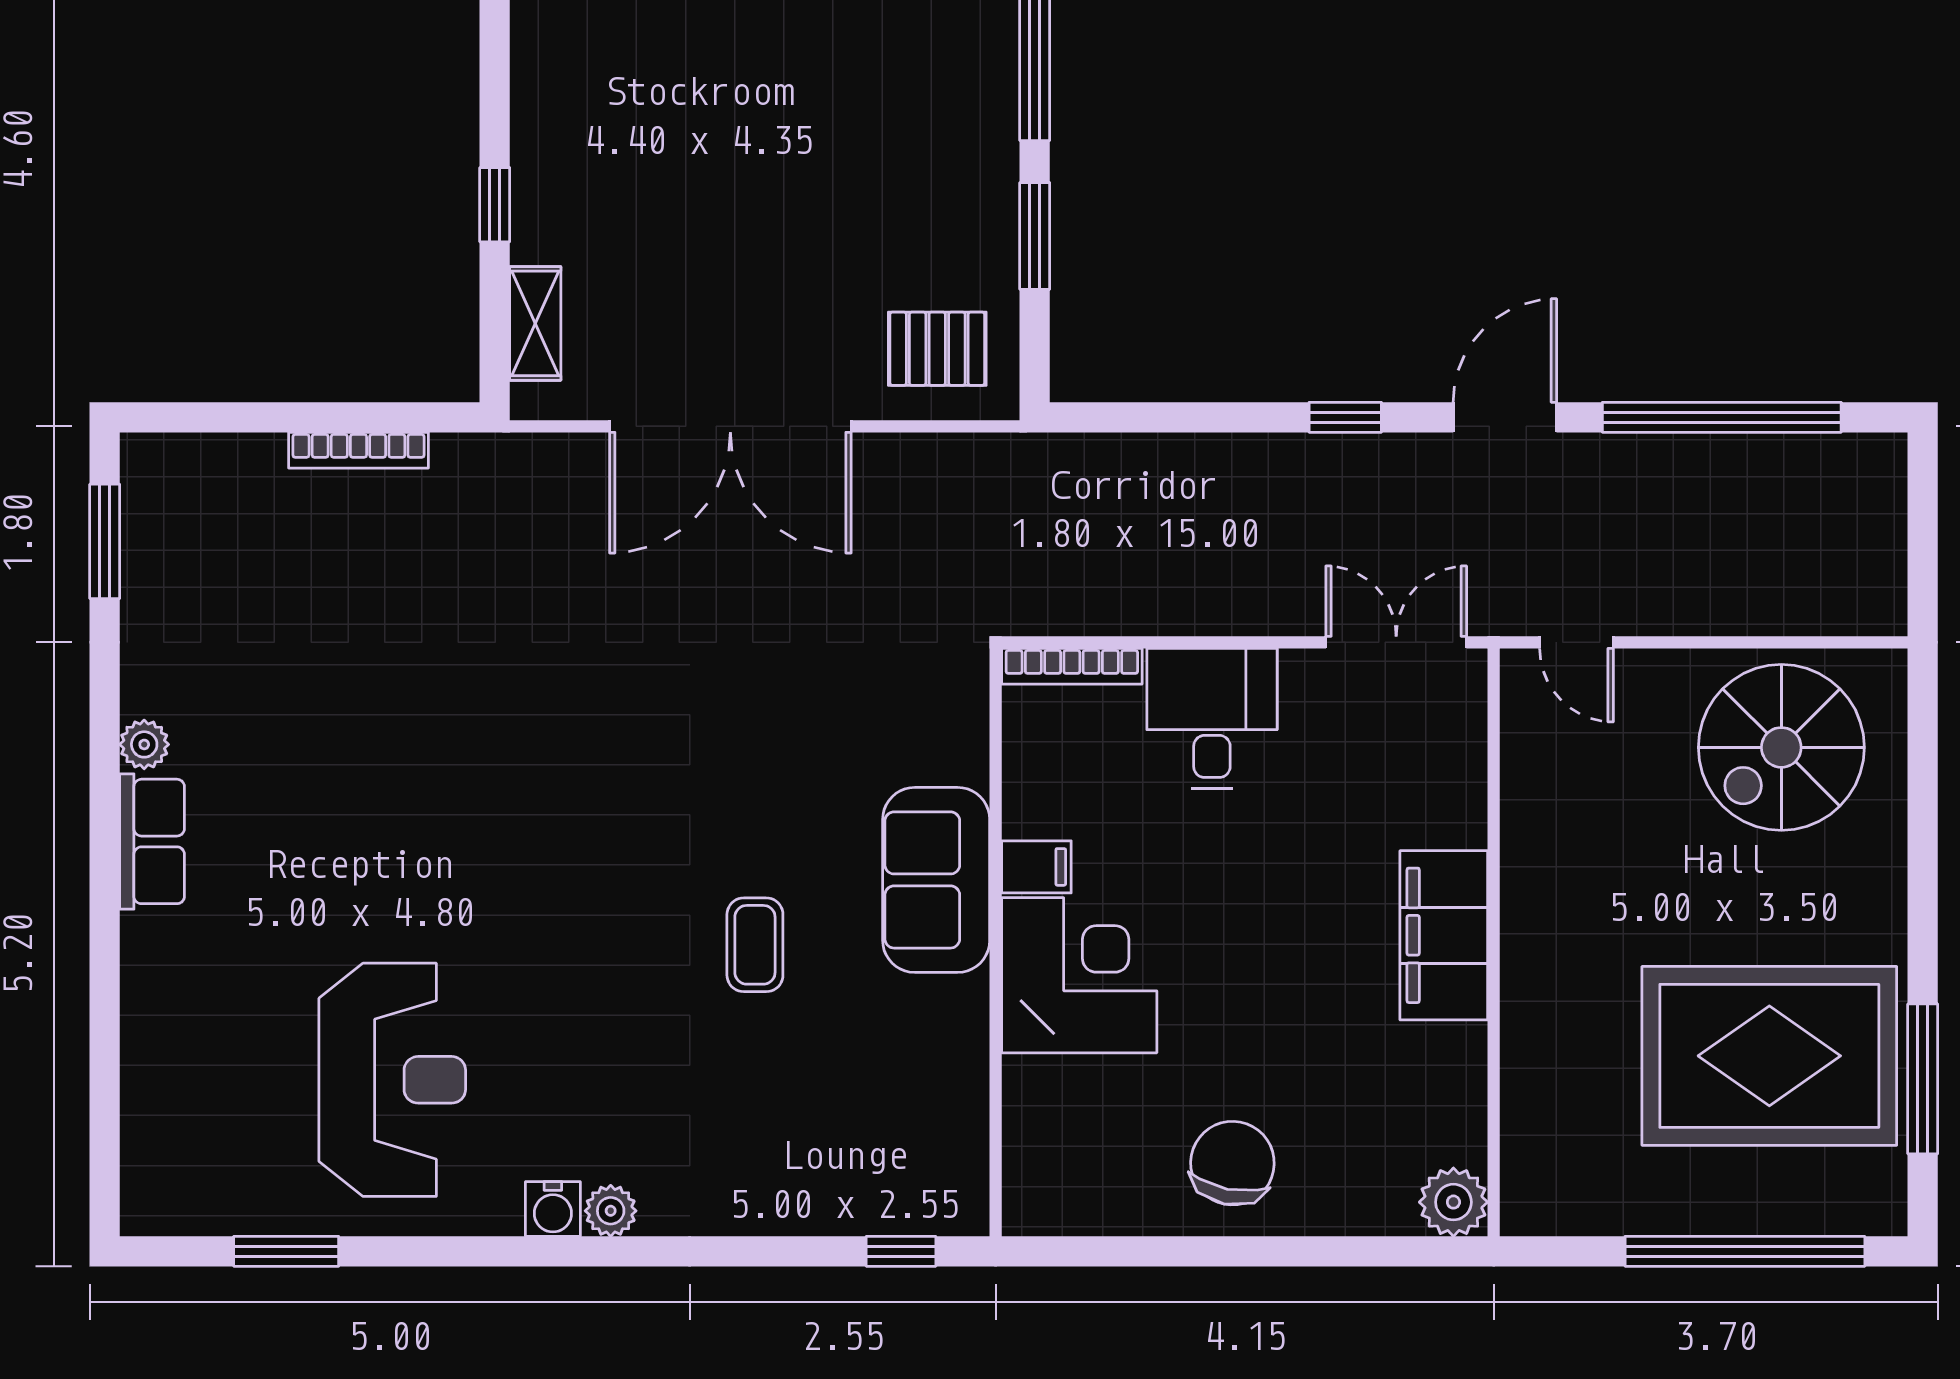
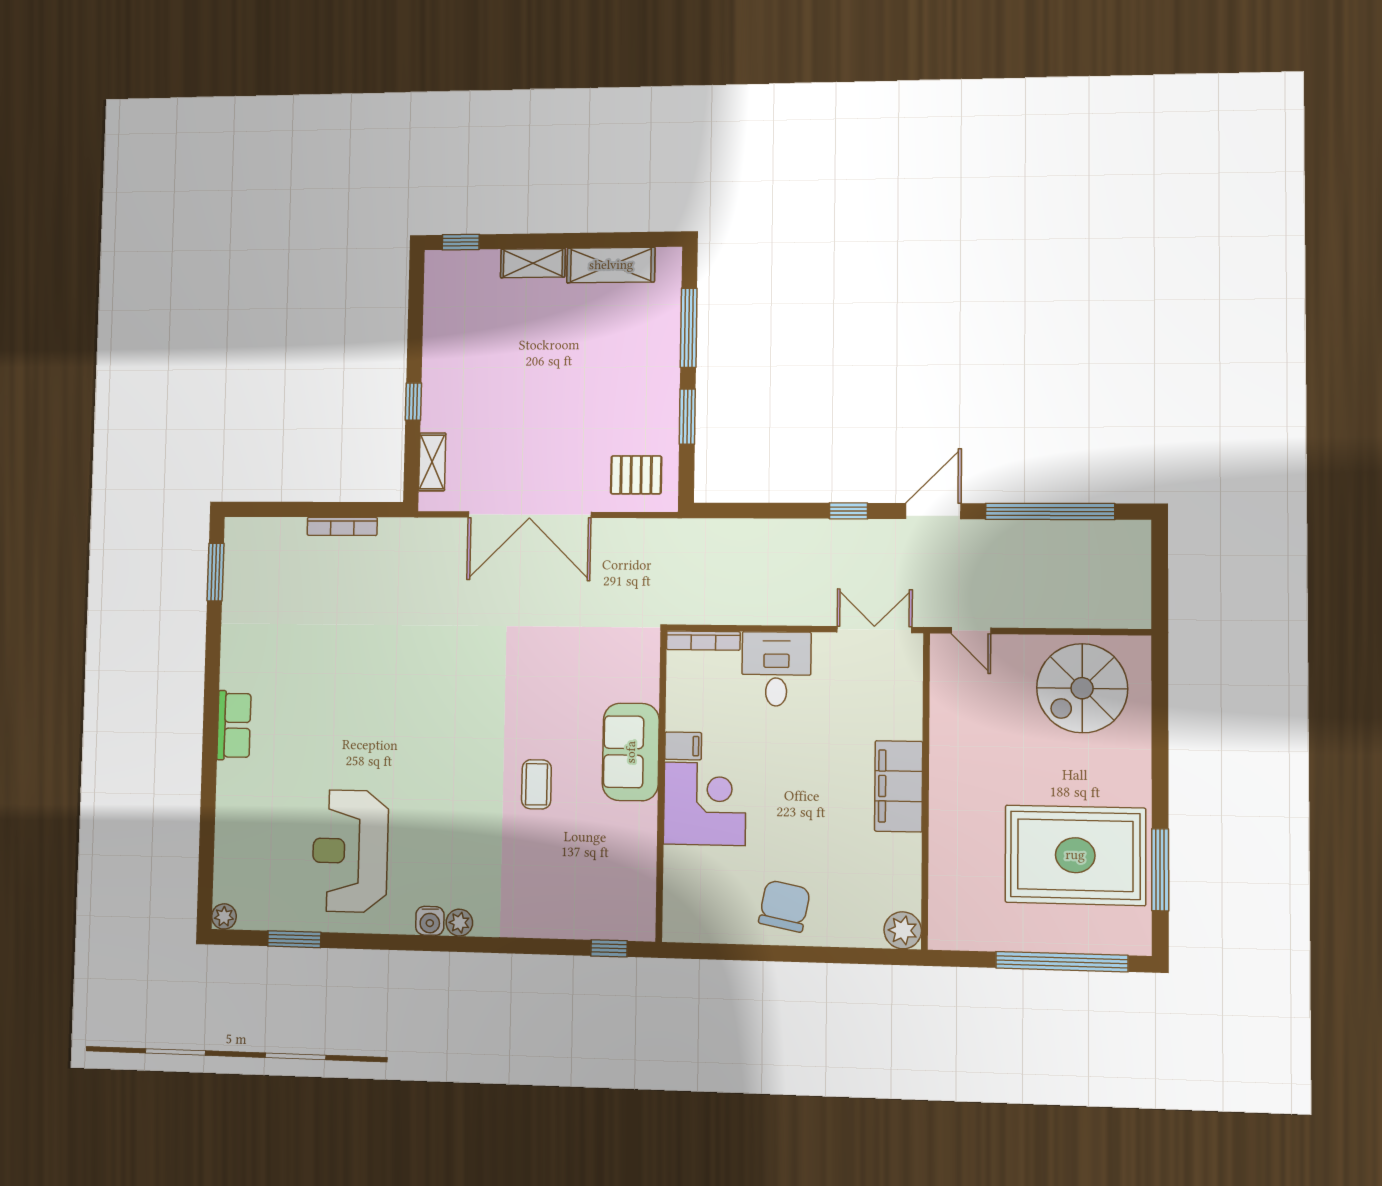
plant: (144, 744) -> (224, 916), moved
reception desk: (392, 1080) -> (350, 851), turned 180

